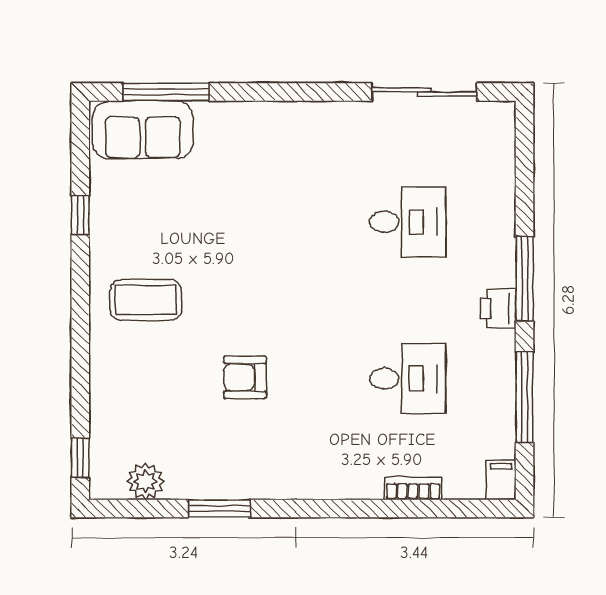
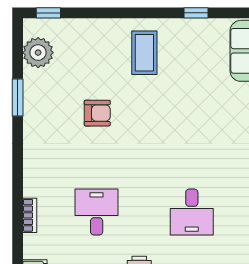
armchair: (245, 377) -> (97, 113), turned 90
desk: (408, 378) -> (97, 212), turned 180
plant: (145, 481) -> (38, 53), width x1.36, depth x1.36

